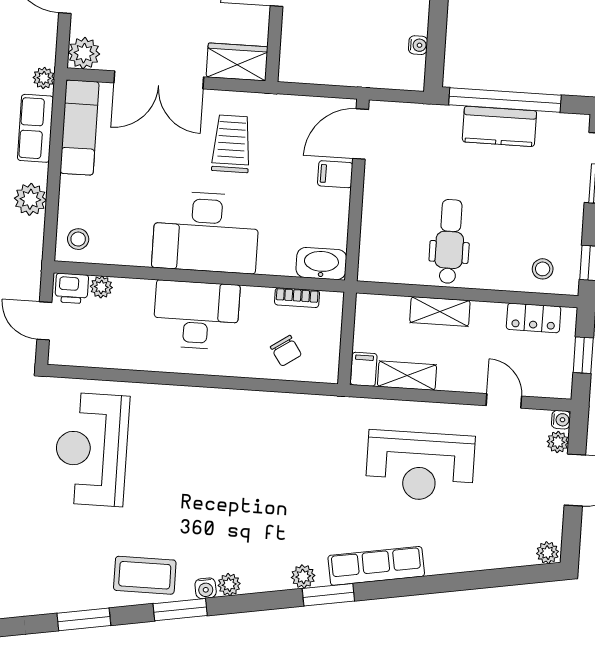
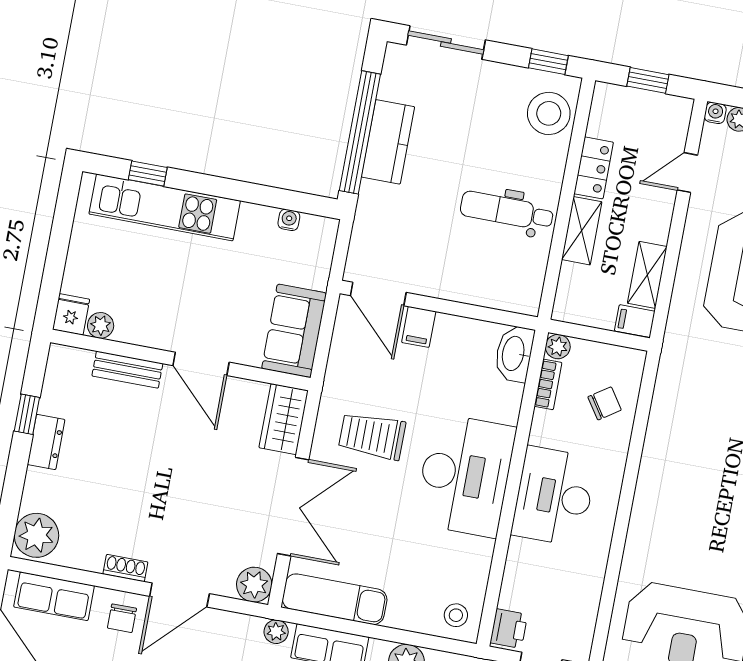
sofa: (318, 62) -> (294, 331), added
stool: (543, 269) -> (549, 113), width x1.89, depth x1.89
plant: (101, 287) -> (558, 347), moved
locker: (534, 318) -> (594, 168), moved

